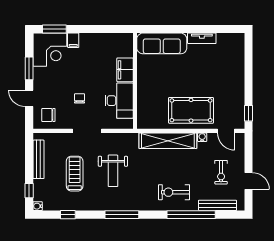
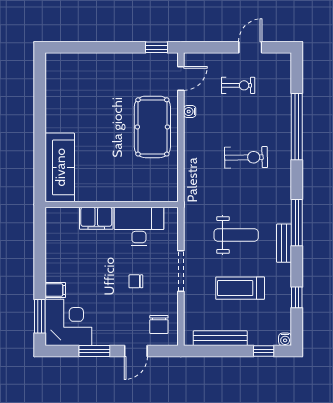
tv unit: (202, 38) -> (53, 112), removed
shelving: (168, 141) -> (194, 159), removed
exercise bike: (174, 192) -> (246, 157), moved, turned -91
bench: (217, 205) -> (284, 243), moved, width x0.73

